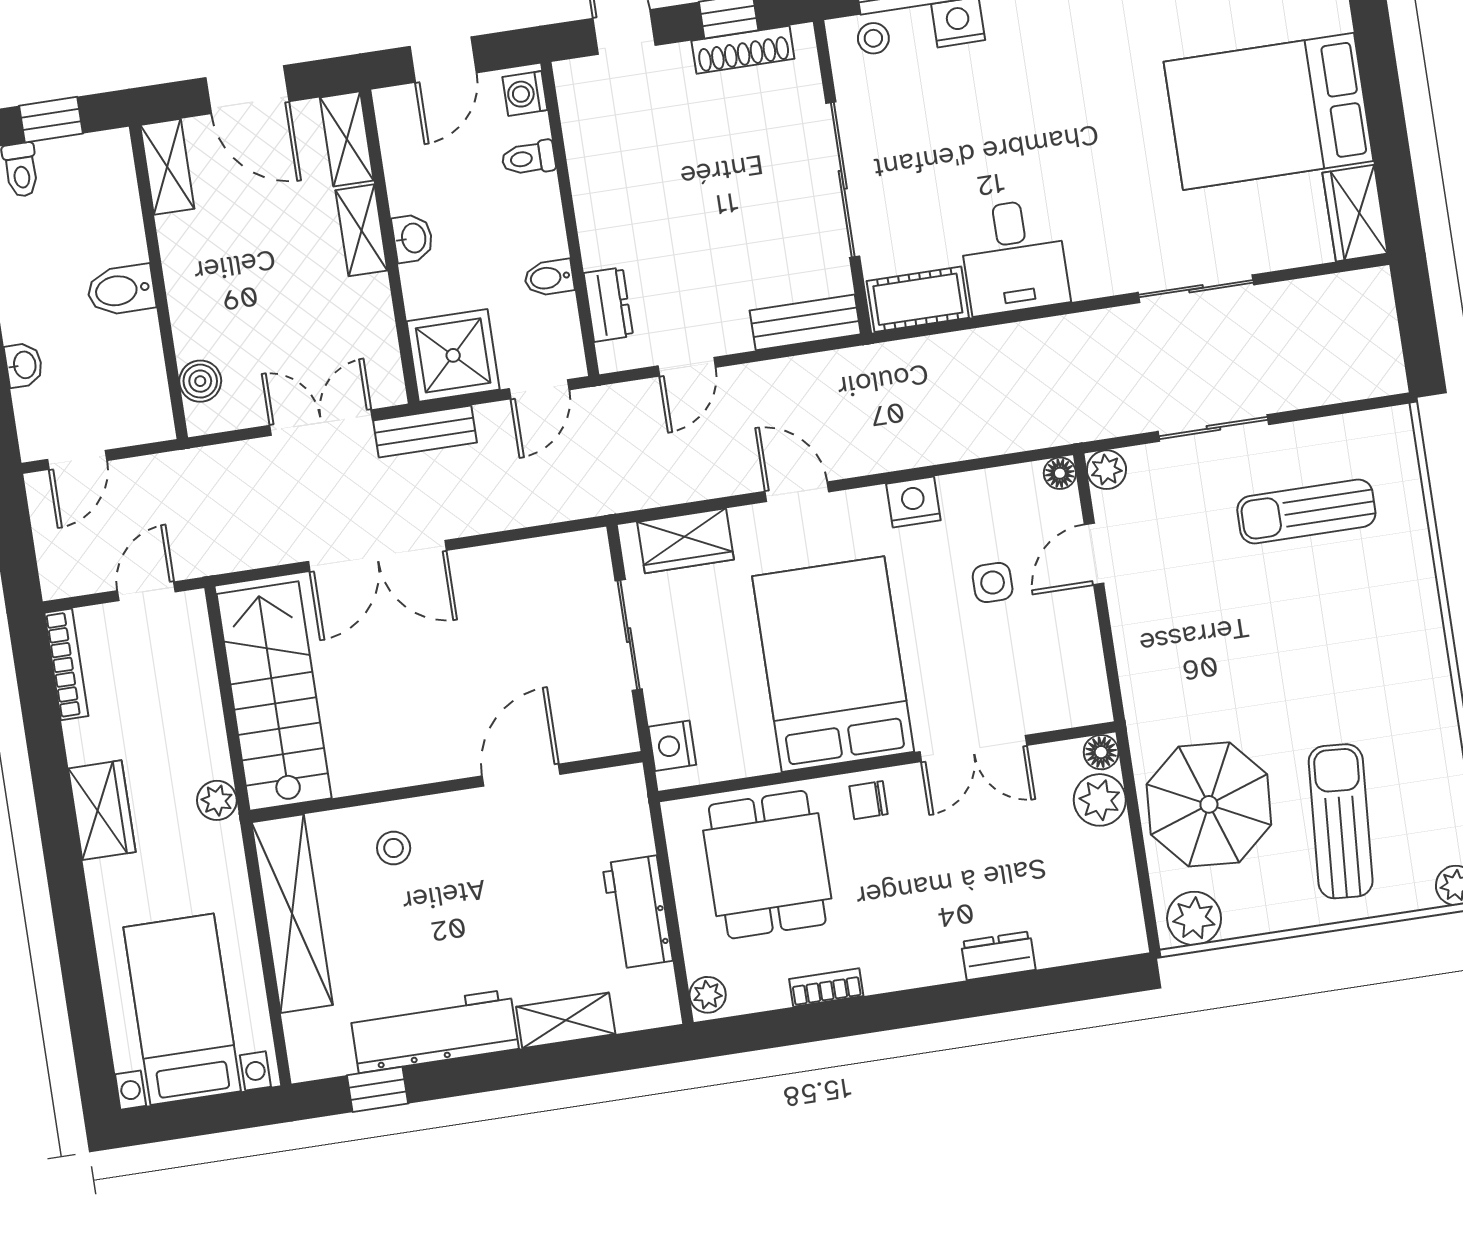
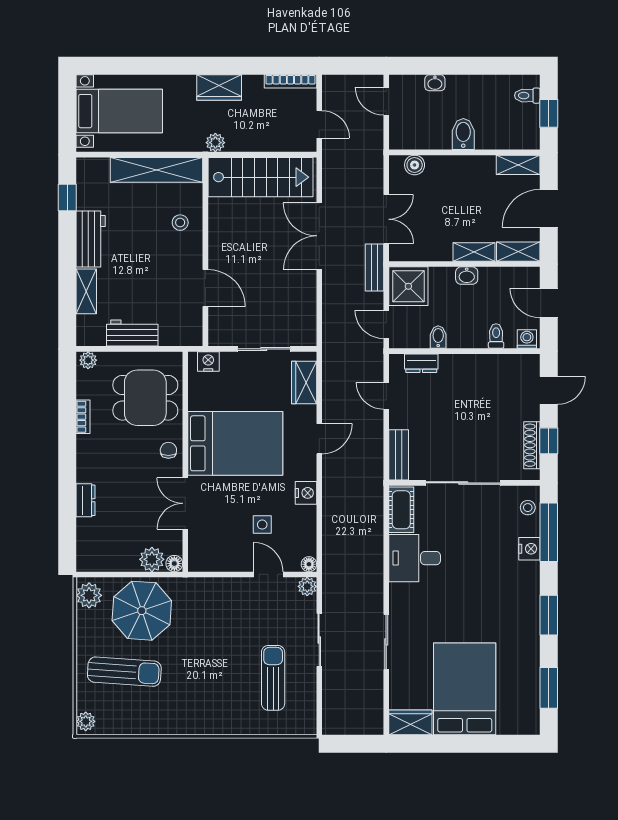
workbench: (434, 1031) -> (91, 239), width x0.73

